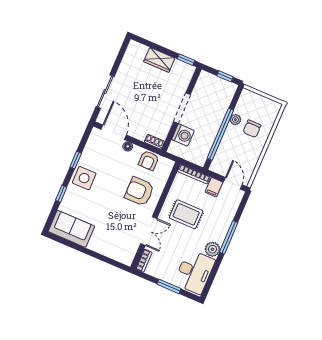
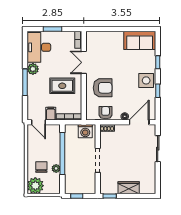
plant: (269, 110) -> (35, 186), added
door: (114, 132) -> (139, 122), swing flipped
washing machine: (183, 135) -> (85, 131), moved, turned -90

